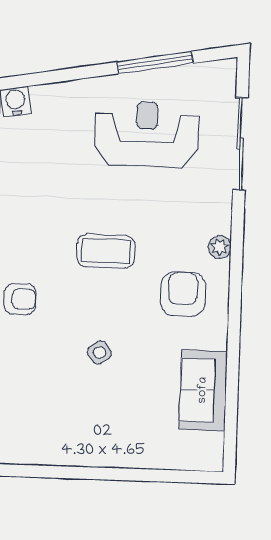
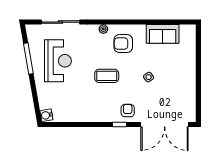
reception desk: (147, 134) -> (58, 61), turned 180
coffee table: (106, 251) -> (107, 76), turned 90

